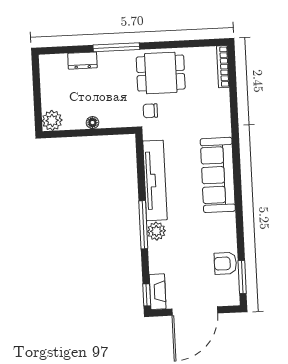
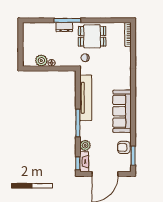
dresser: (82, 61) -> (64, 27), moved
plant: (52, 120) -> (41, 61), moved
sofa: (218, 175) -> (122, 111), moved
plant: (156, 231) -> (85, 145), moved

